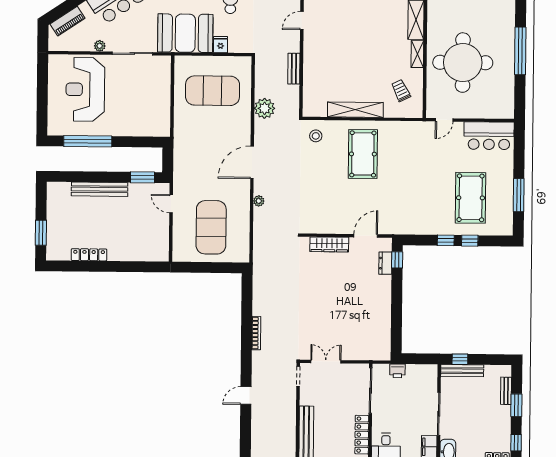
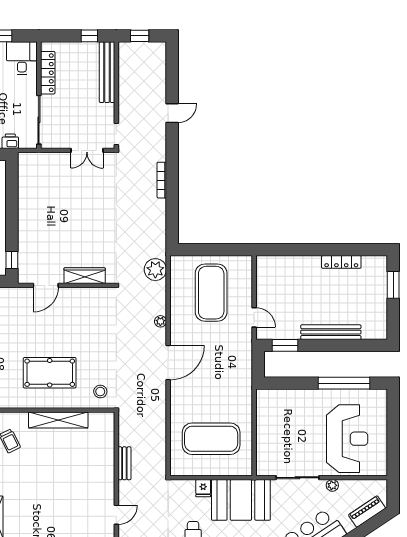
plant: (265, 108) -> (155, 270), moved
pool table: (363, 154) -> (50, 373), turned 90
dresser: (385, 263) -> (24, 256), removed

